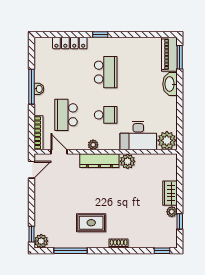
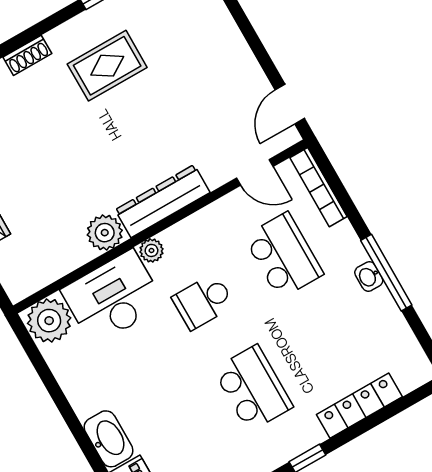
school desk: (106, 72) -> (253, 388), turned 180
plant: (93, 145) -> (151, 250), moved

